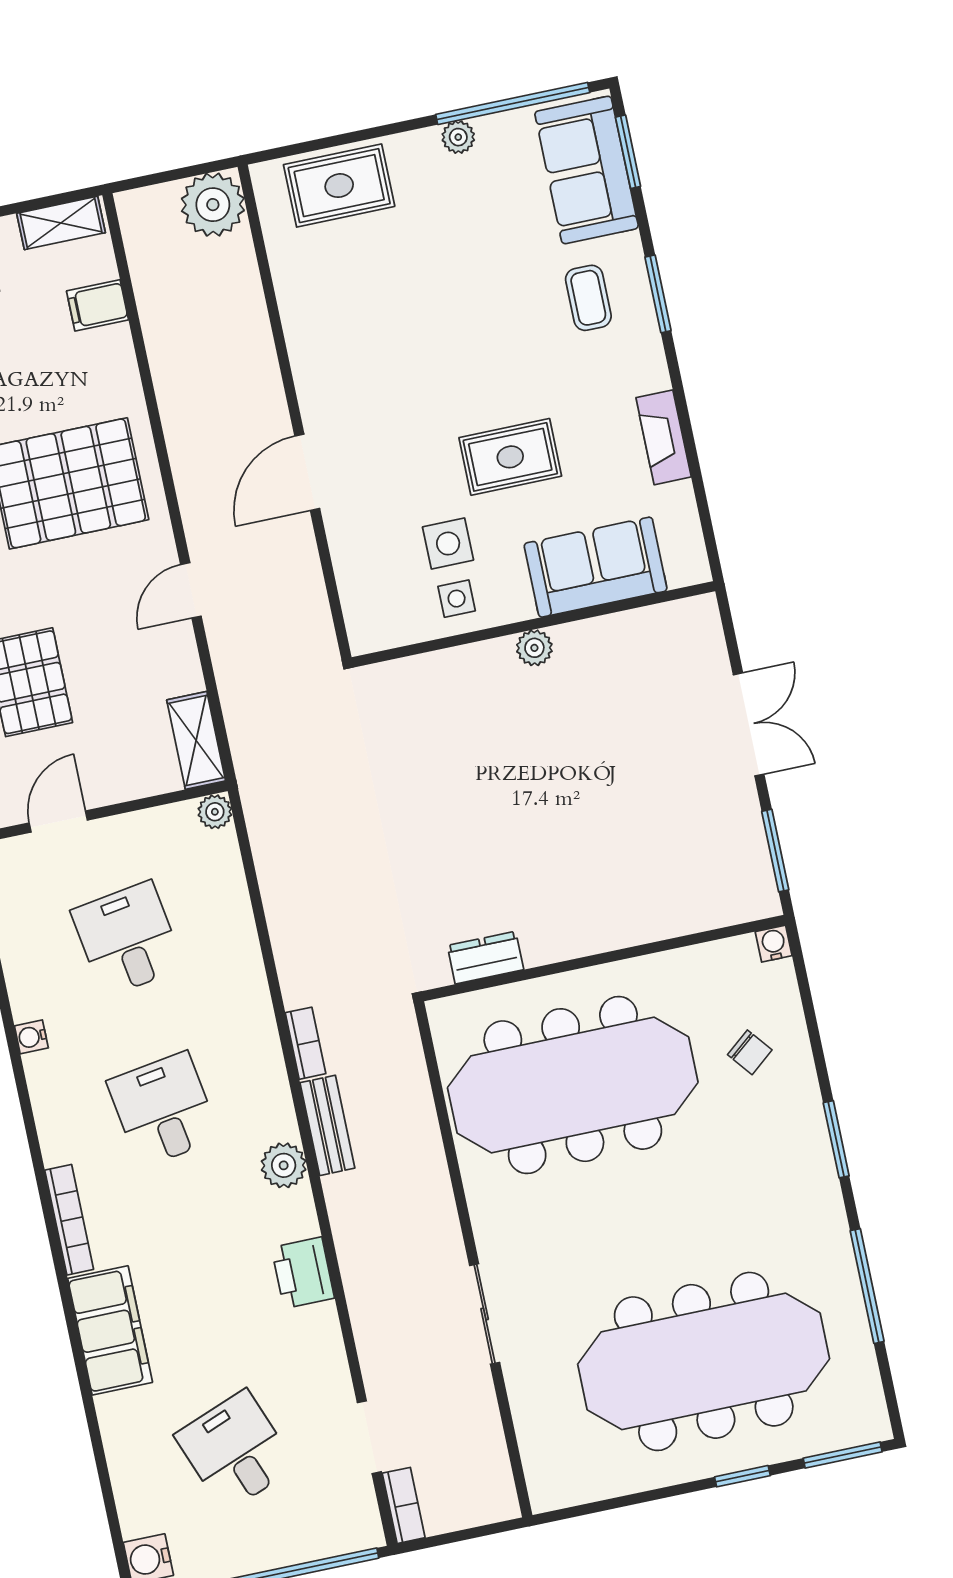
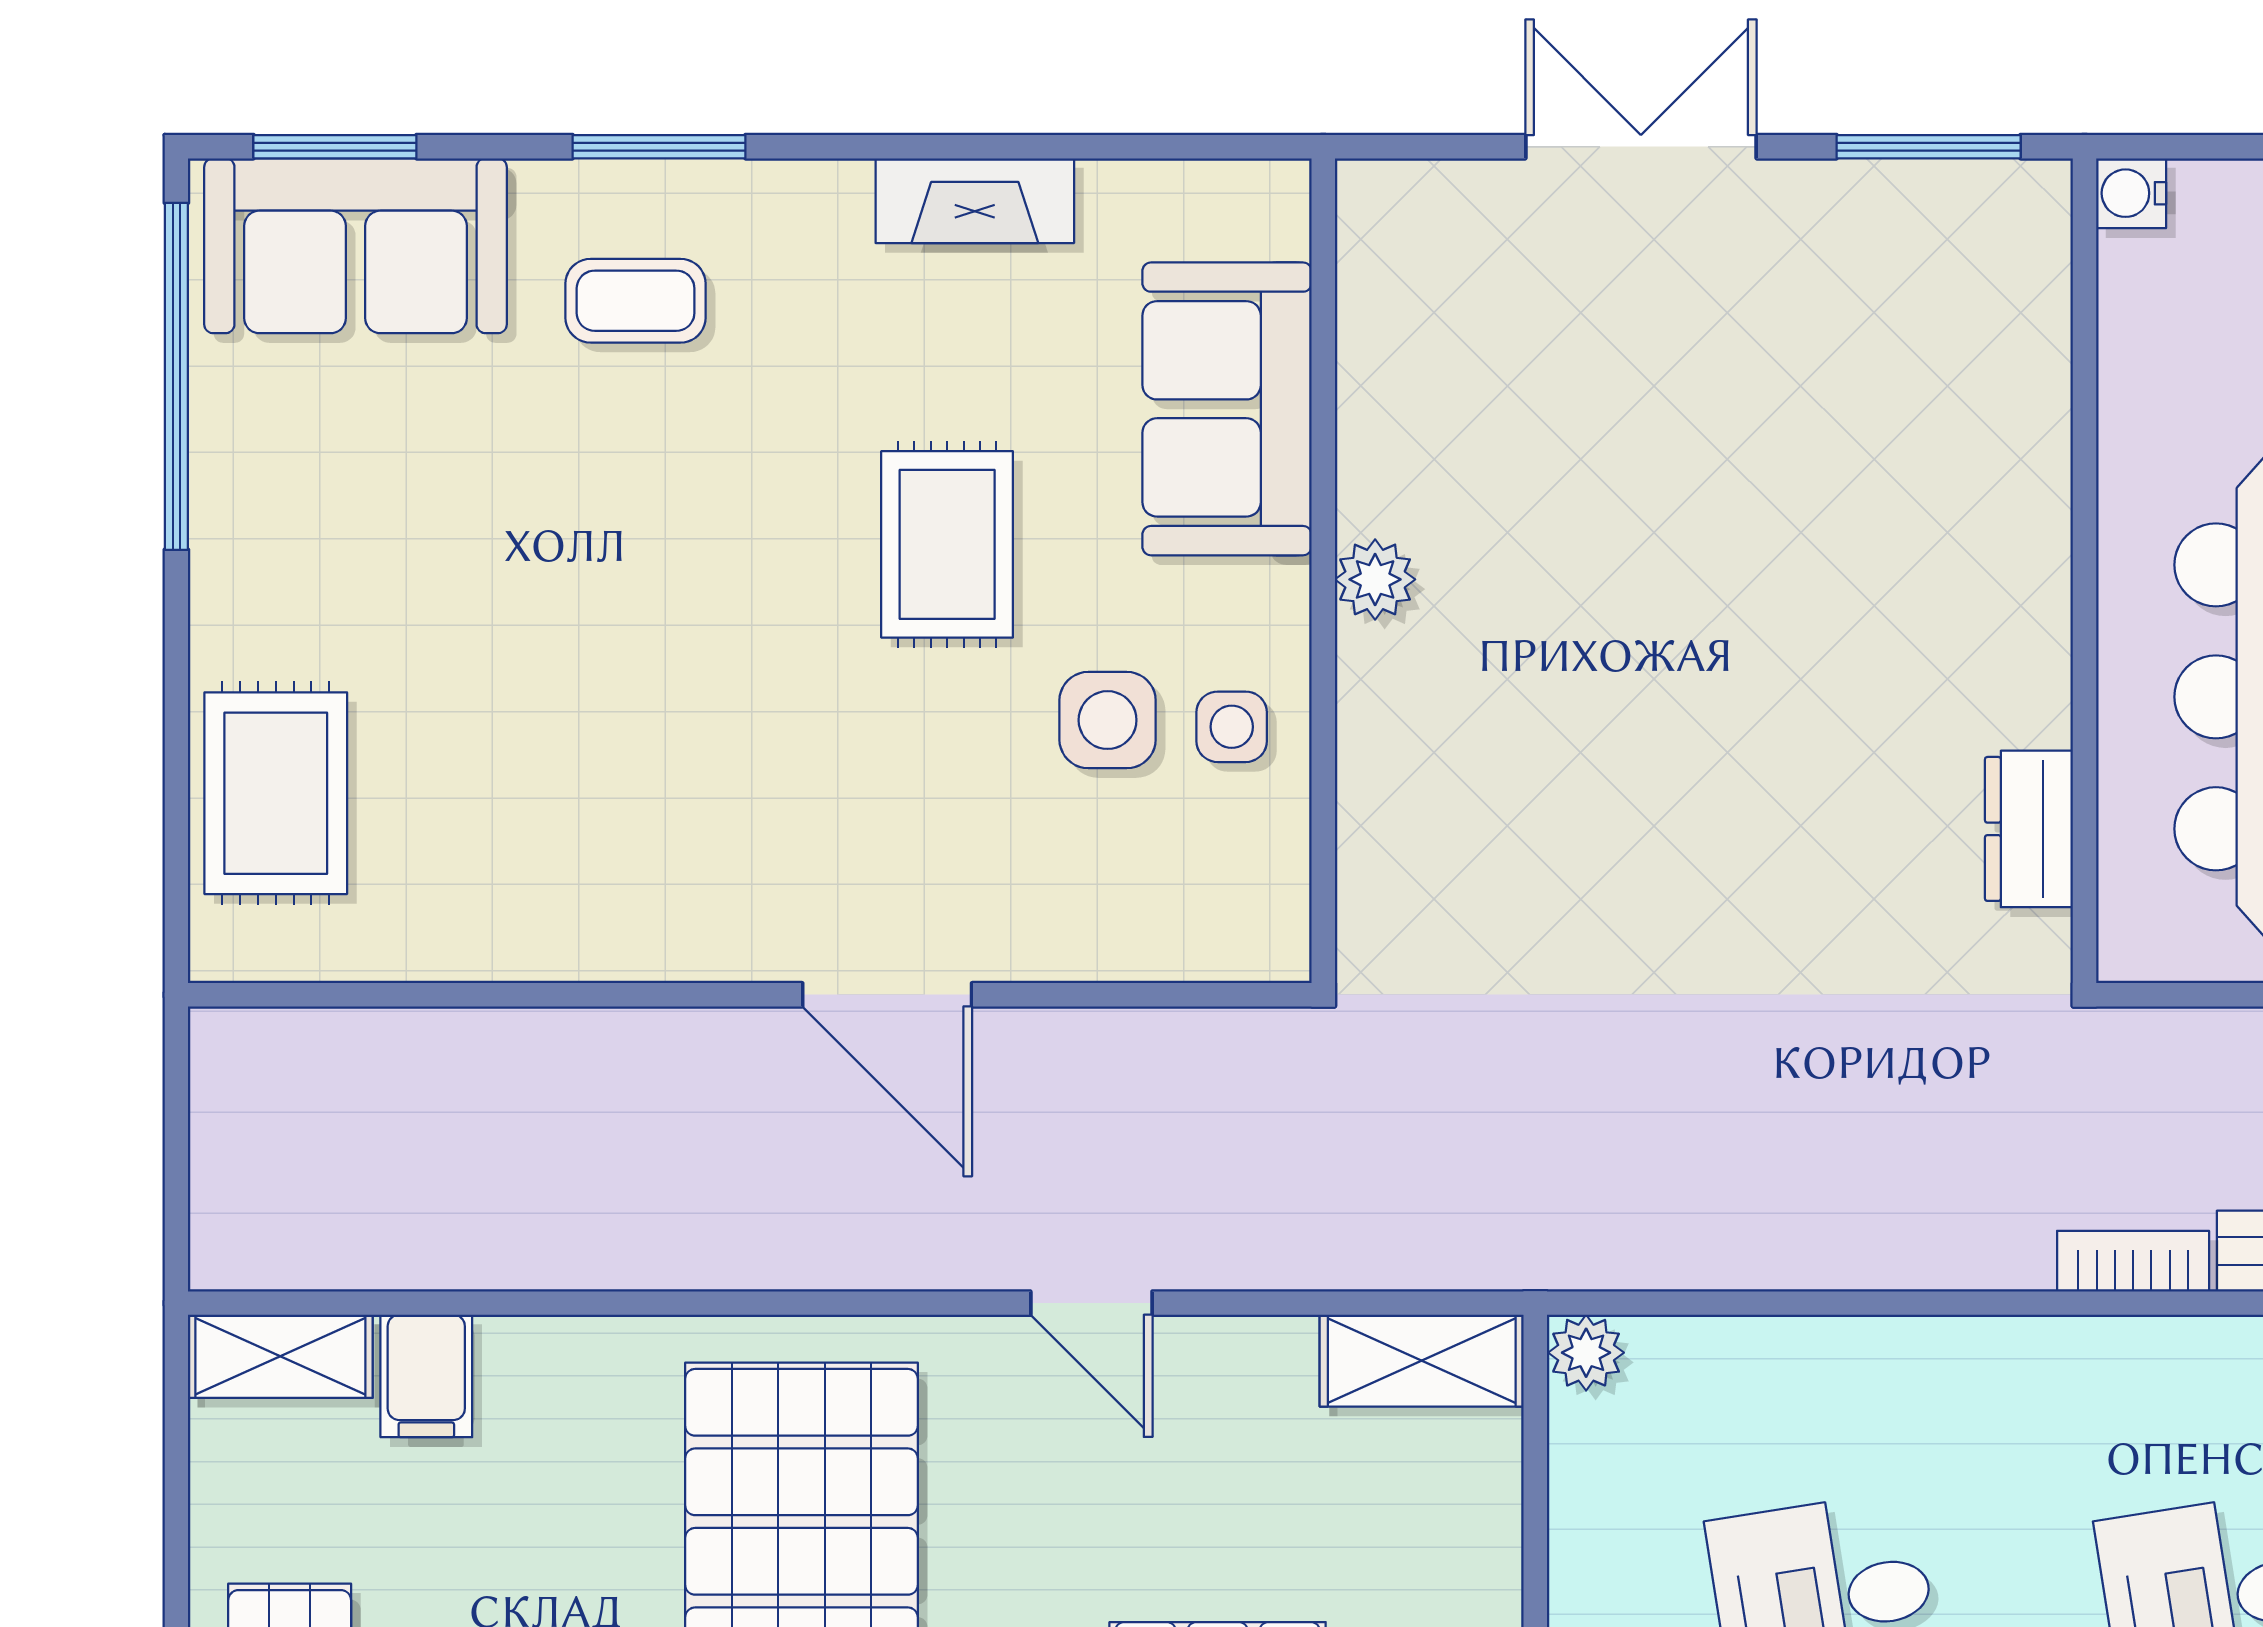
plant: (458, 137) -> (225, 511), removed
plant: (213, 205) -> (259, 1078), removed
shelving: (61, 223) -> (280, 1356), moved, turned 90

